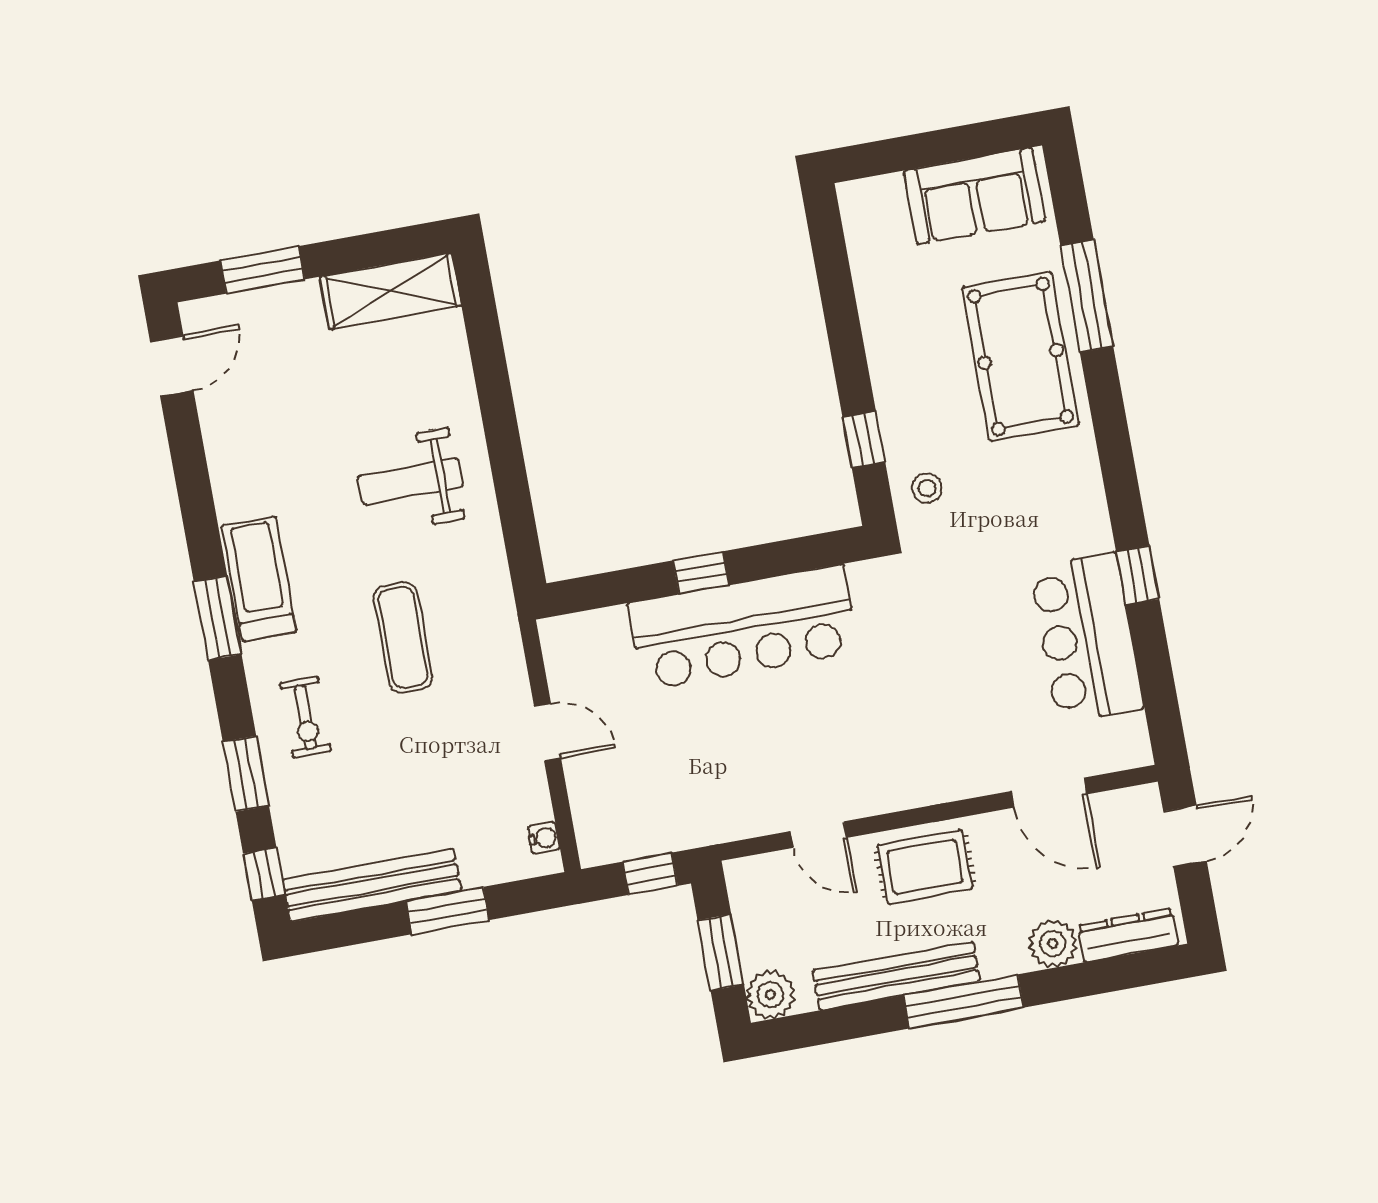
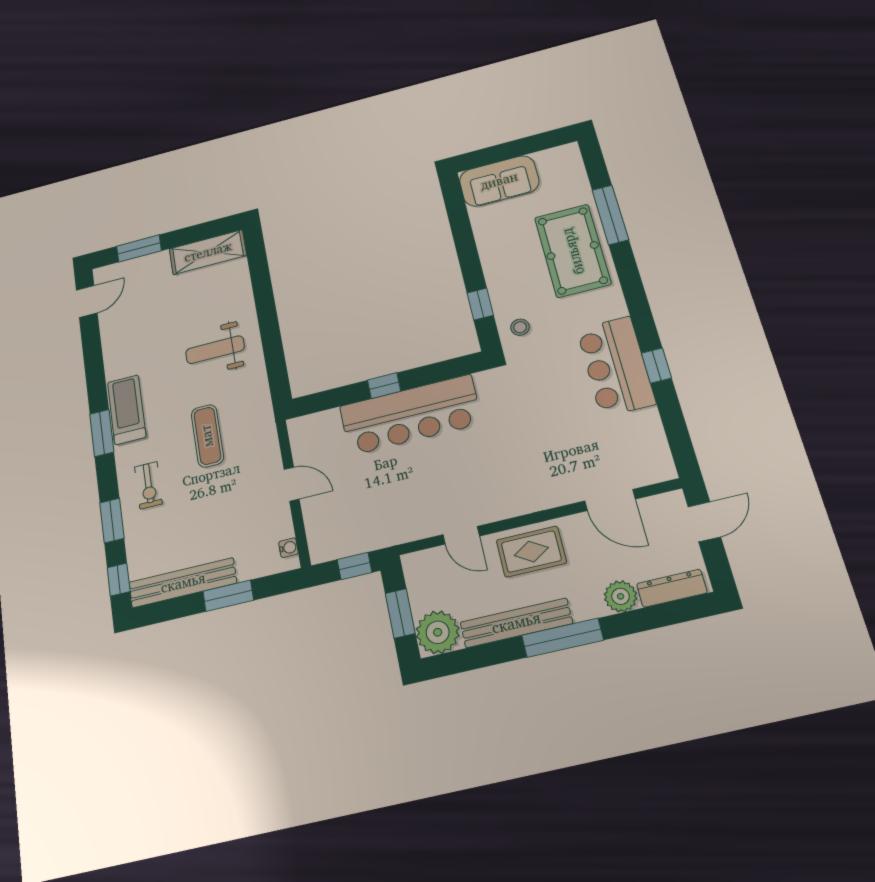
sofa: (975, 196) -> (499, 181), moved
bar counter: (1087, 638) -> (616, 366), moved
plant: (770, 995) -> (438, 632), width x1.36, depth x1.36

